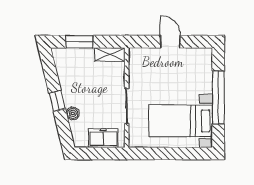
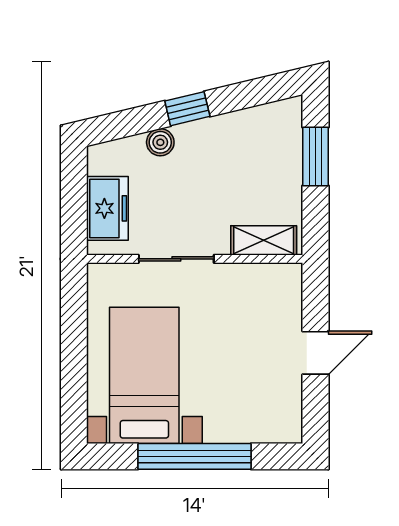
shelving: (110, 54) -> (264, 240), moved, turned 90

